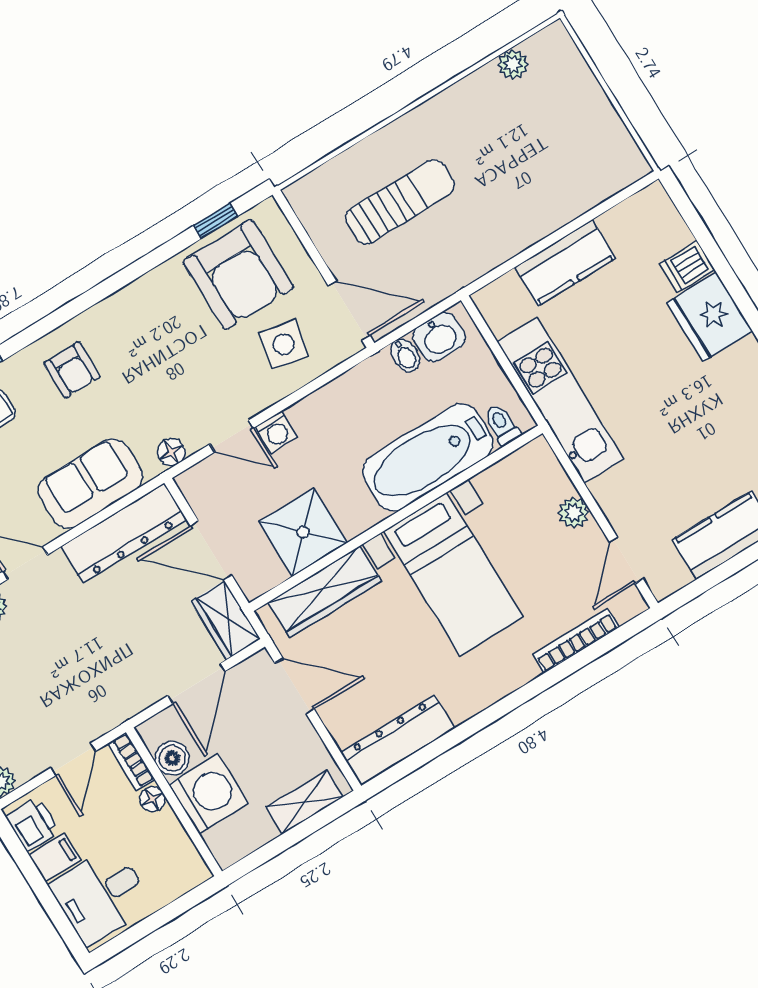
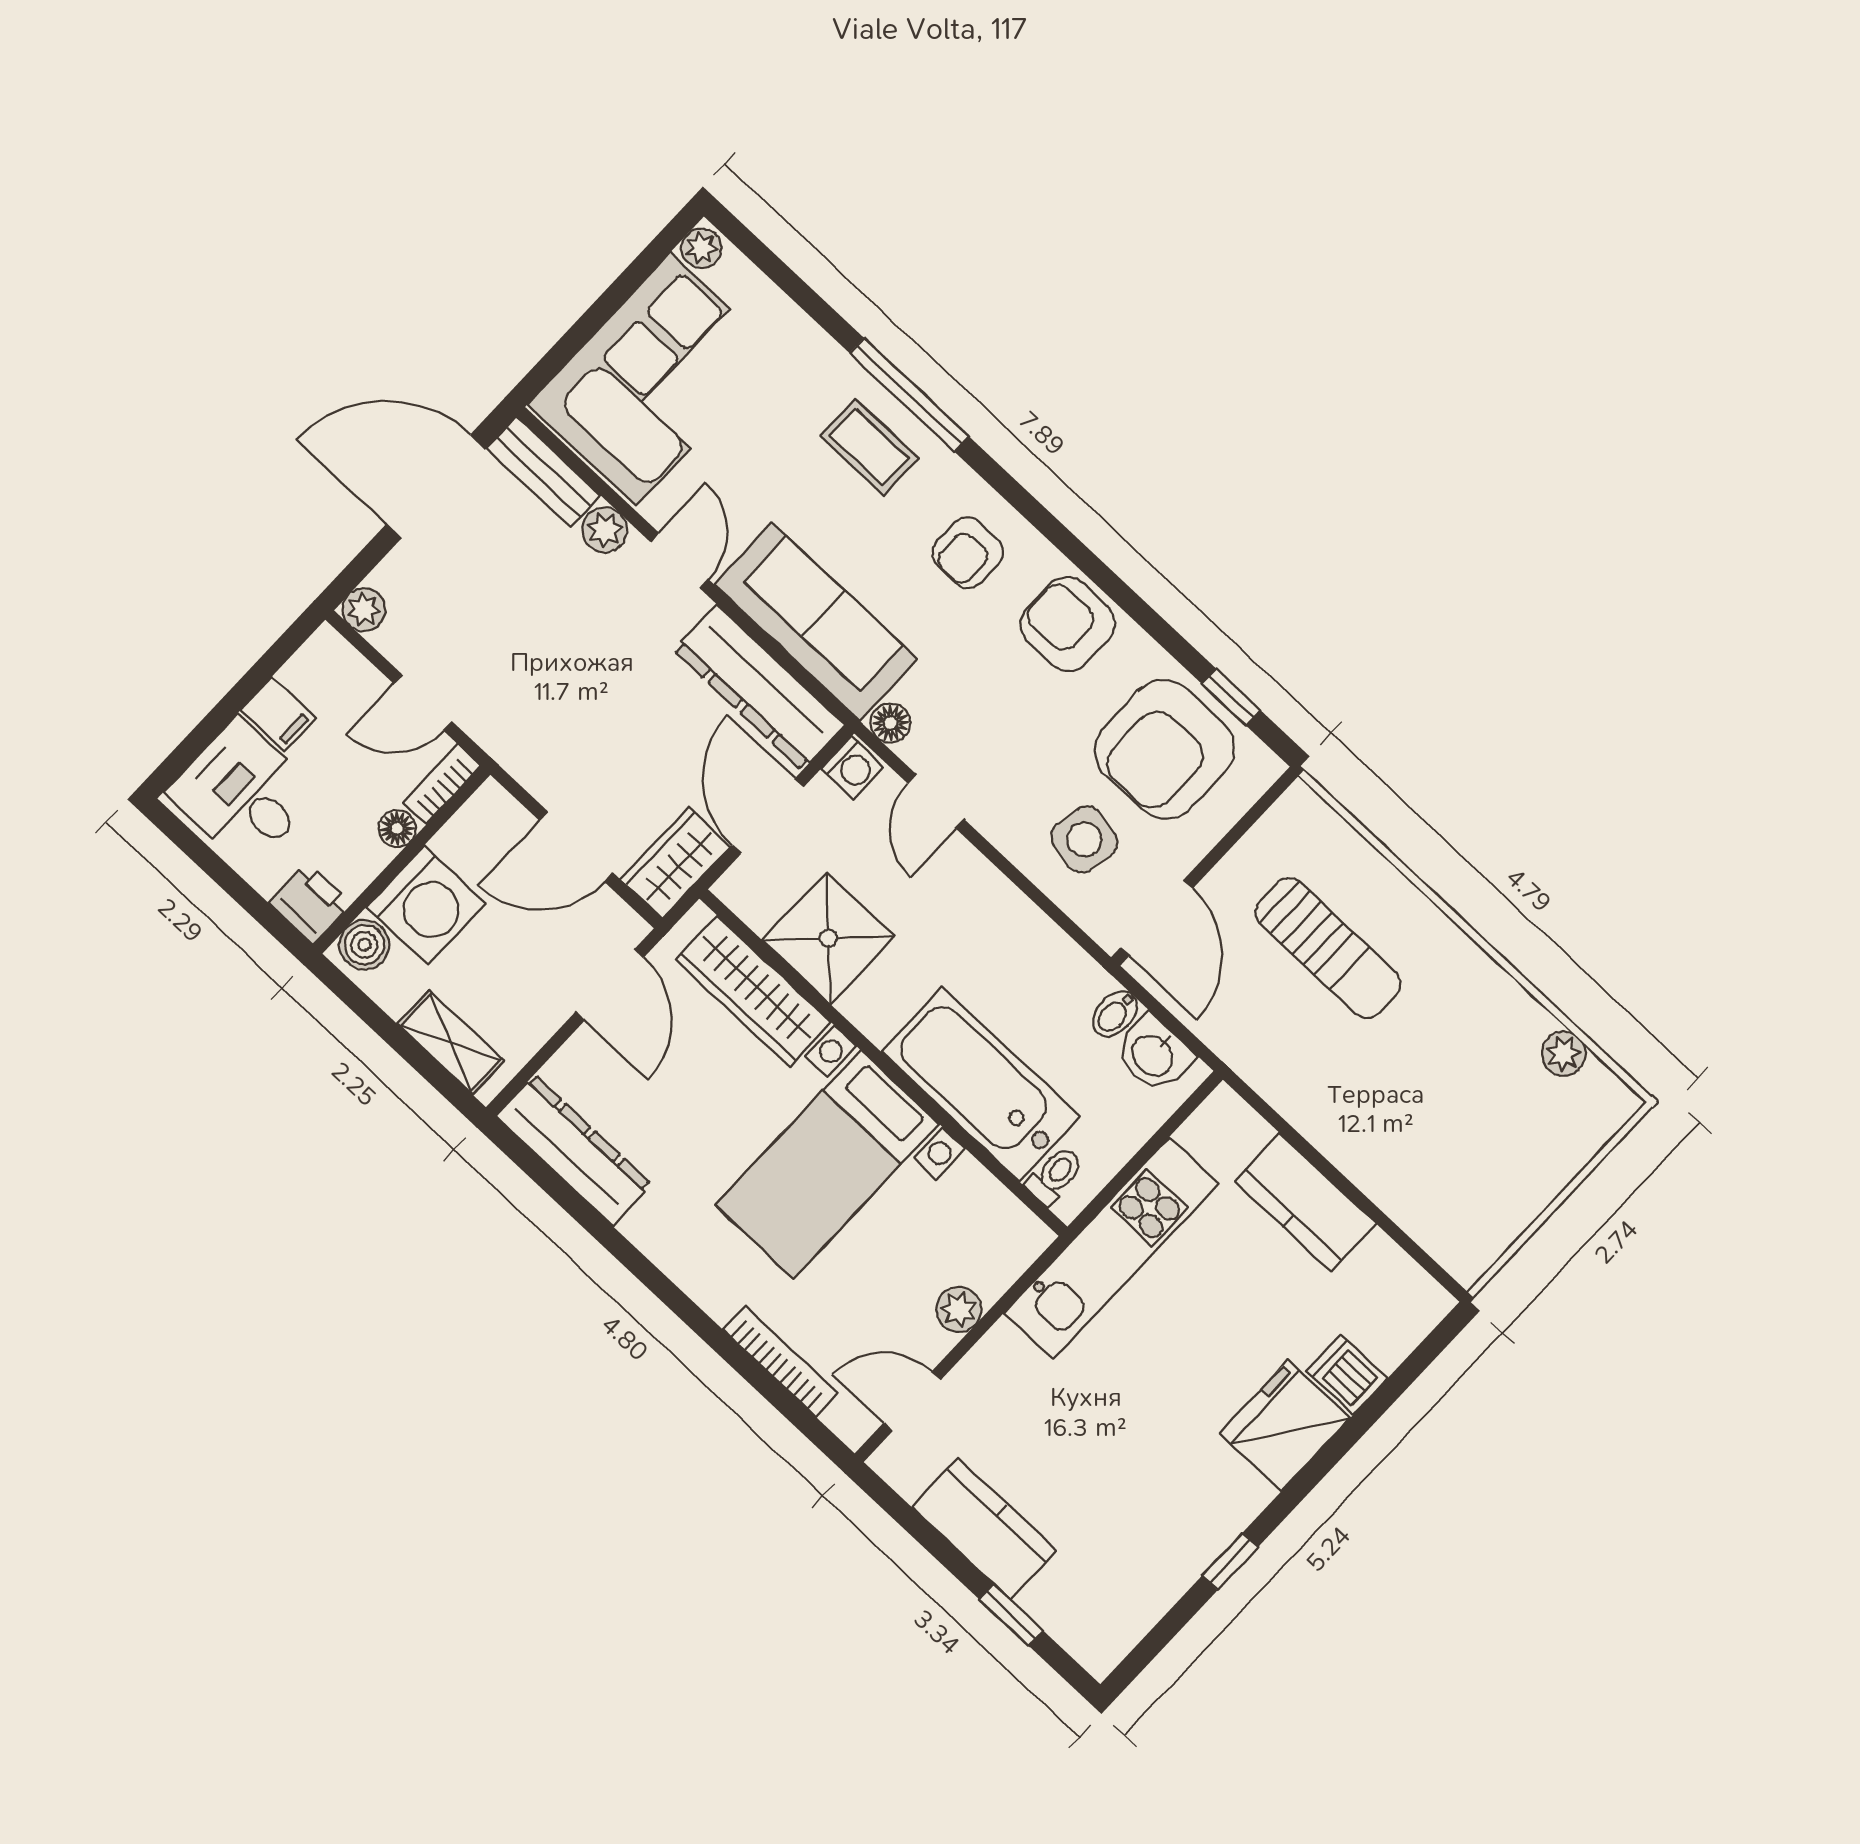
armchair: (137, 316) -> (1068, 624), added
washing machine: (276, 432) -> (853, 768), moved, turned -90
sofa: (90, 483) -> (816, 622), width x1.36
boiler: (172, 758) -> (364, 945), moved
printer: (32, 824) -> (310, 903), moved, turned -90

